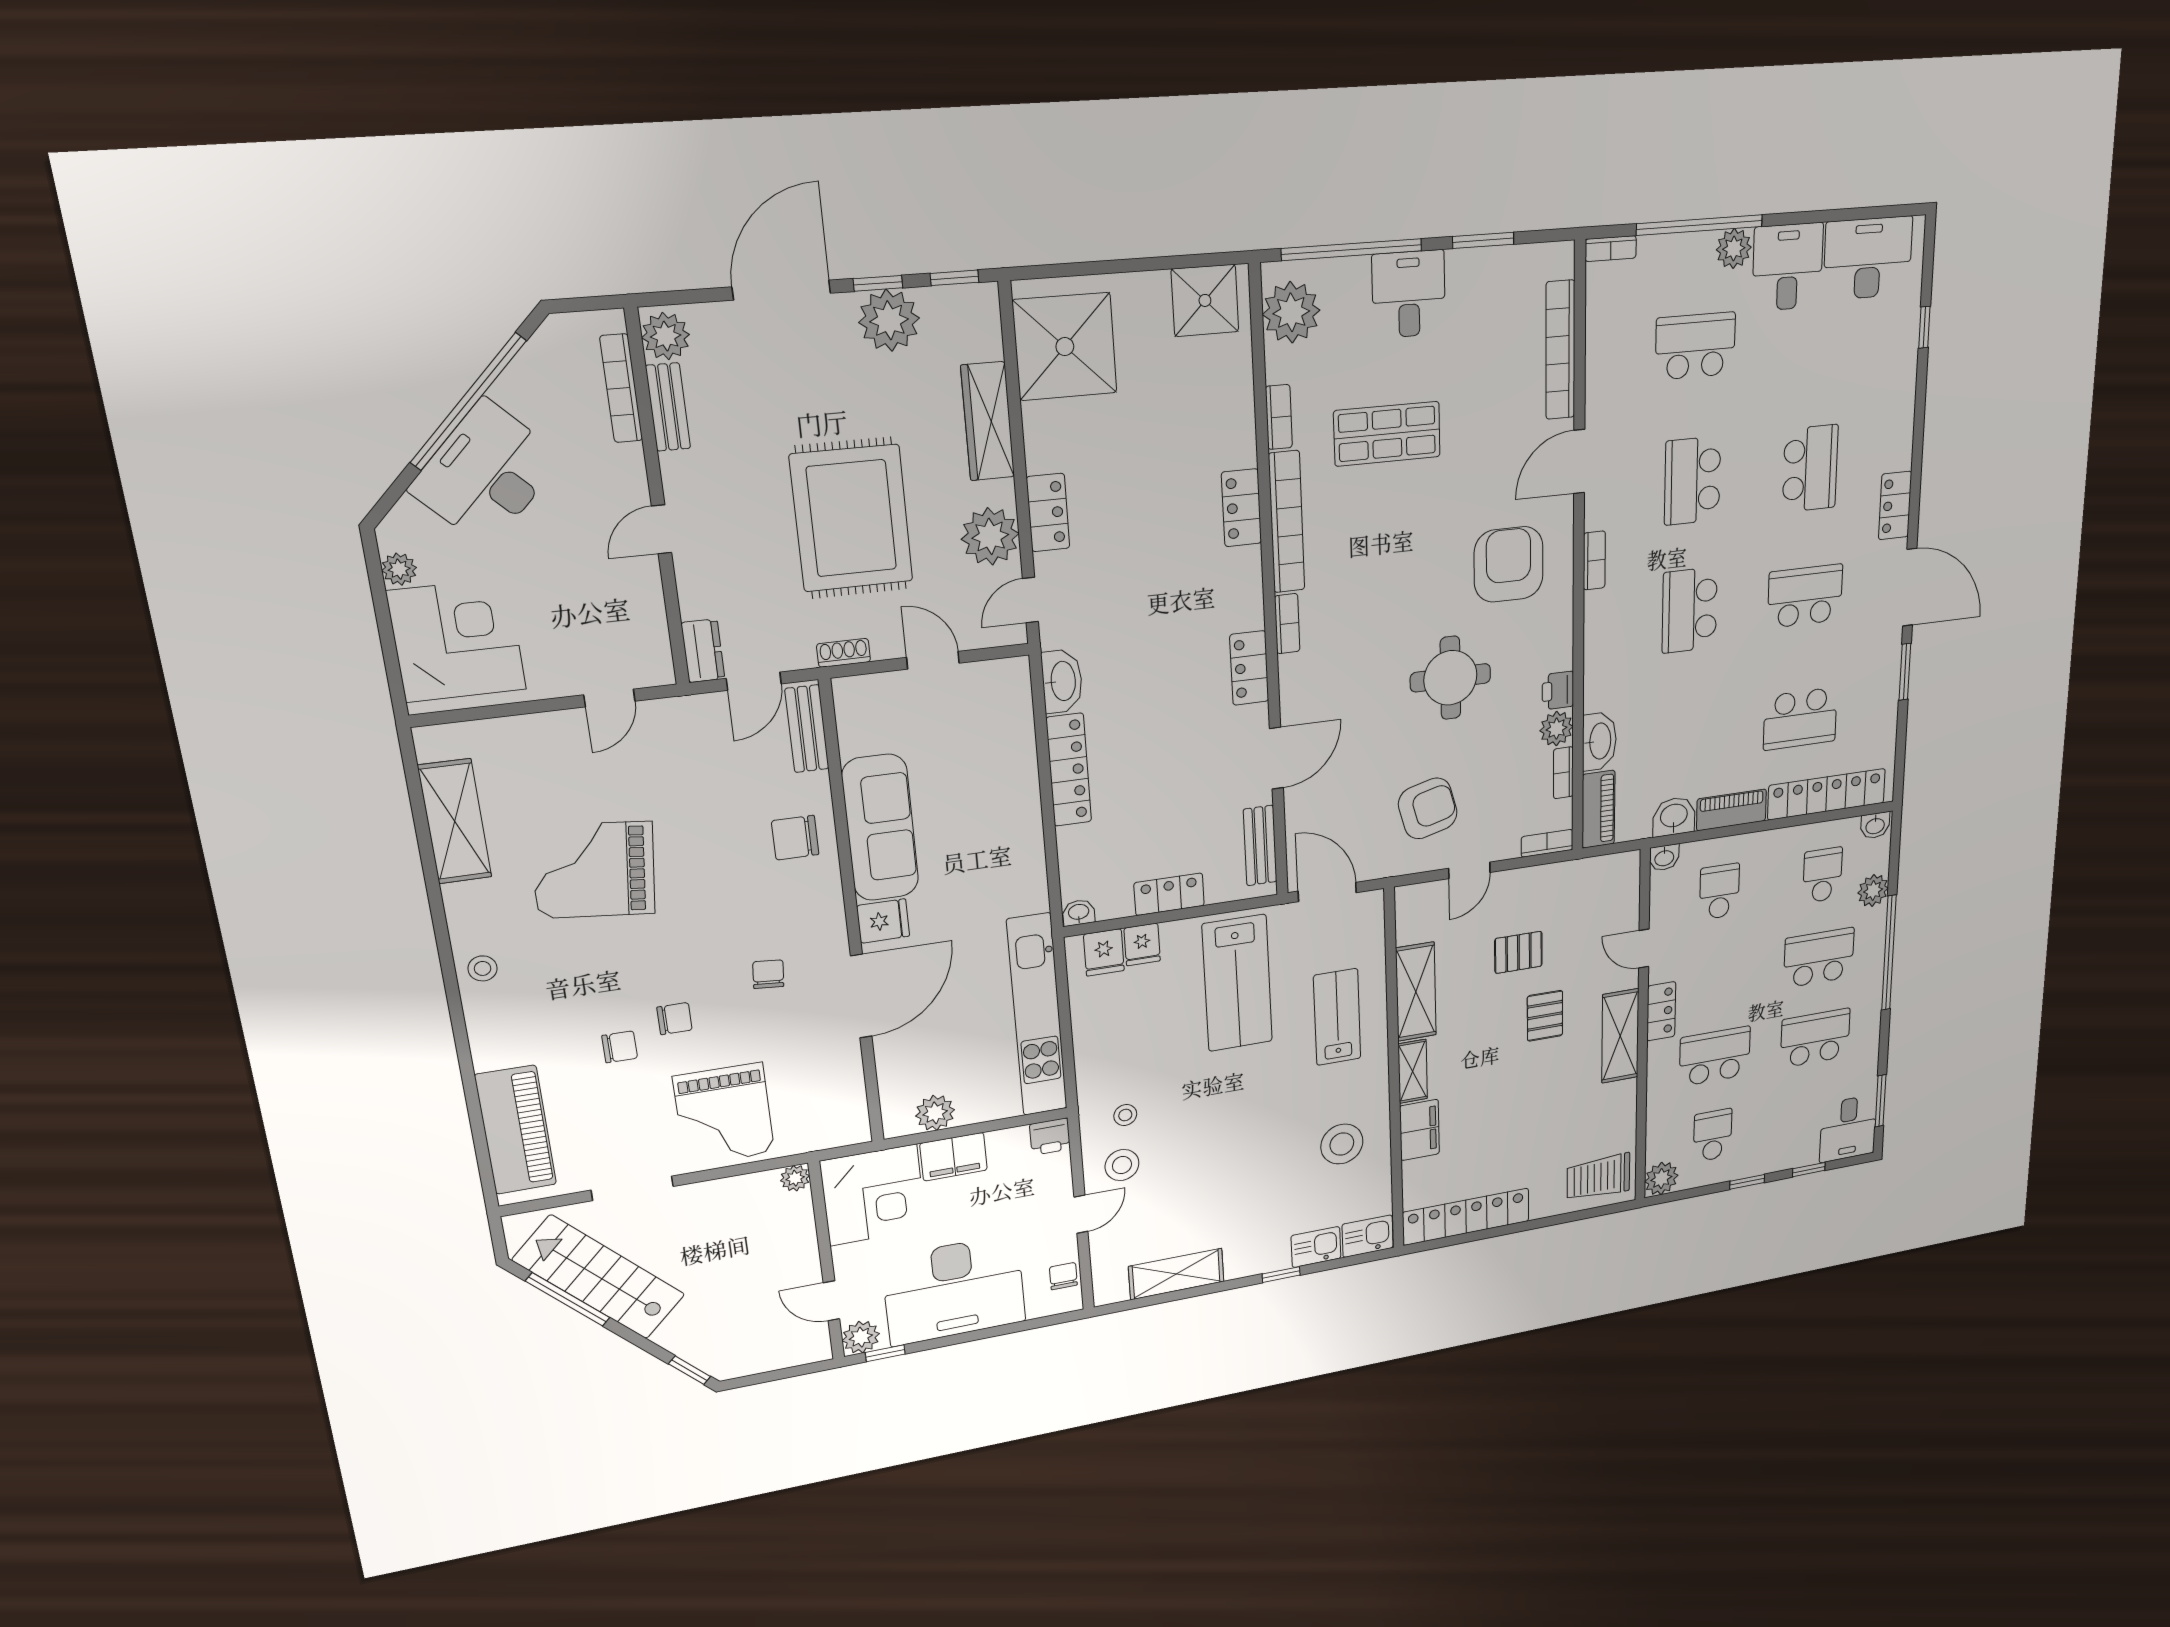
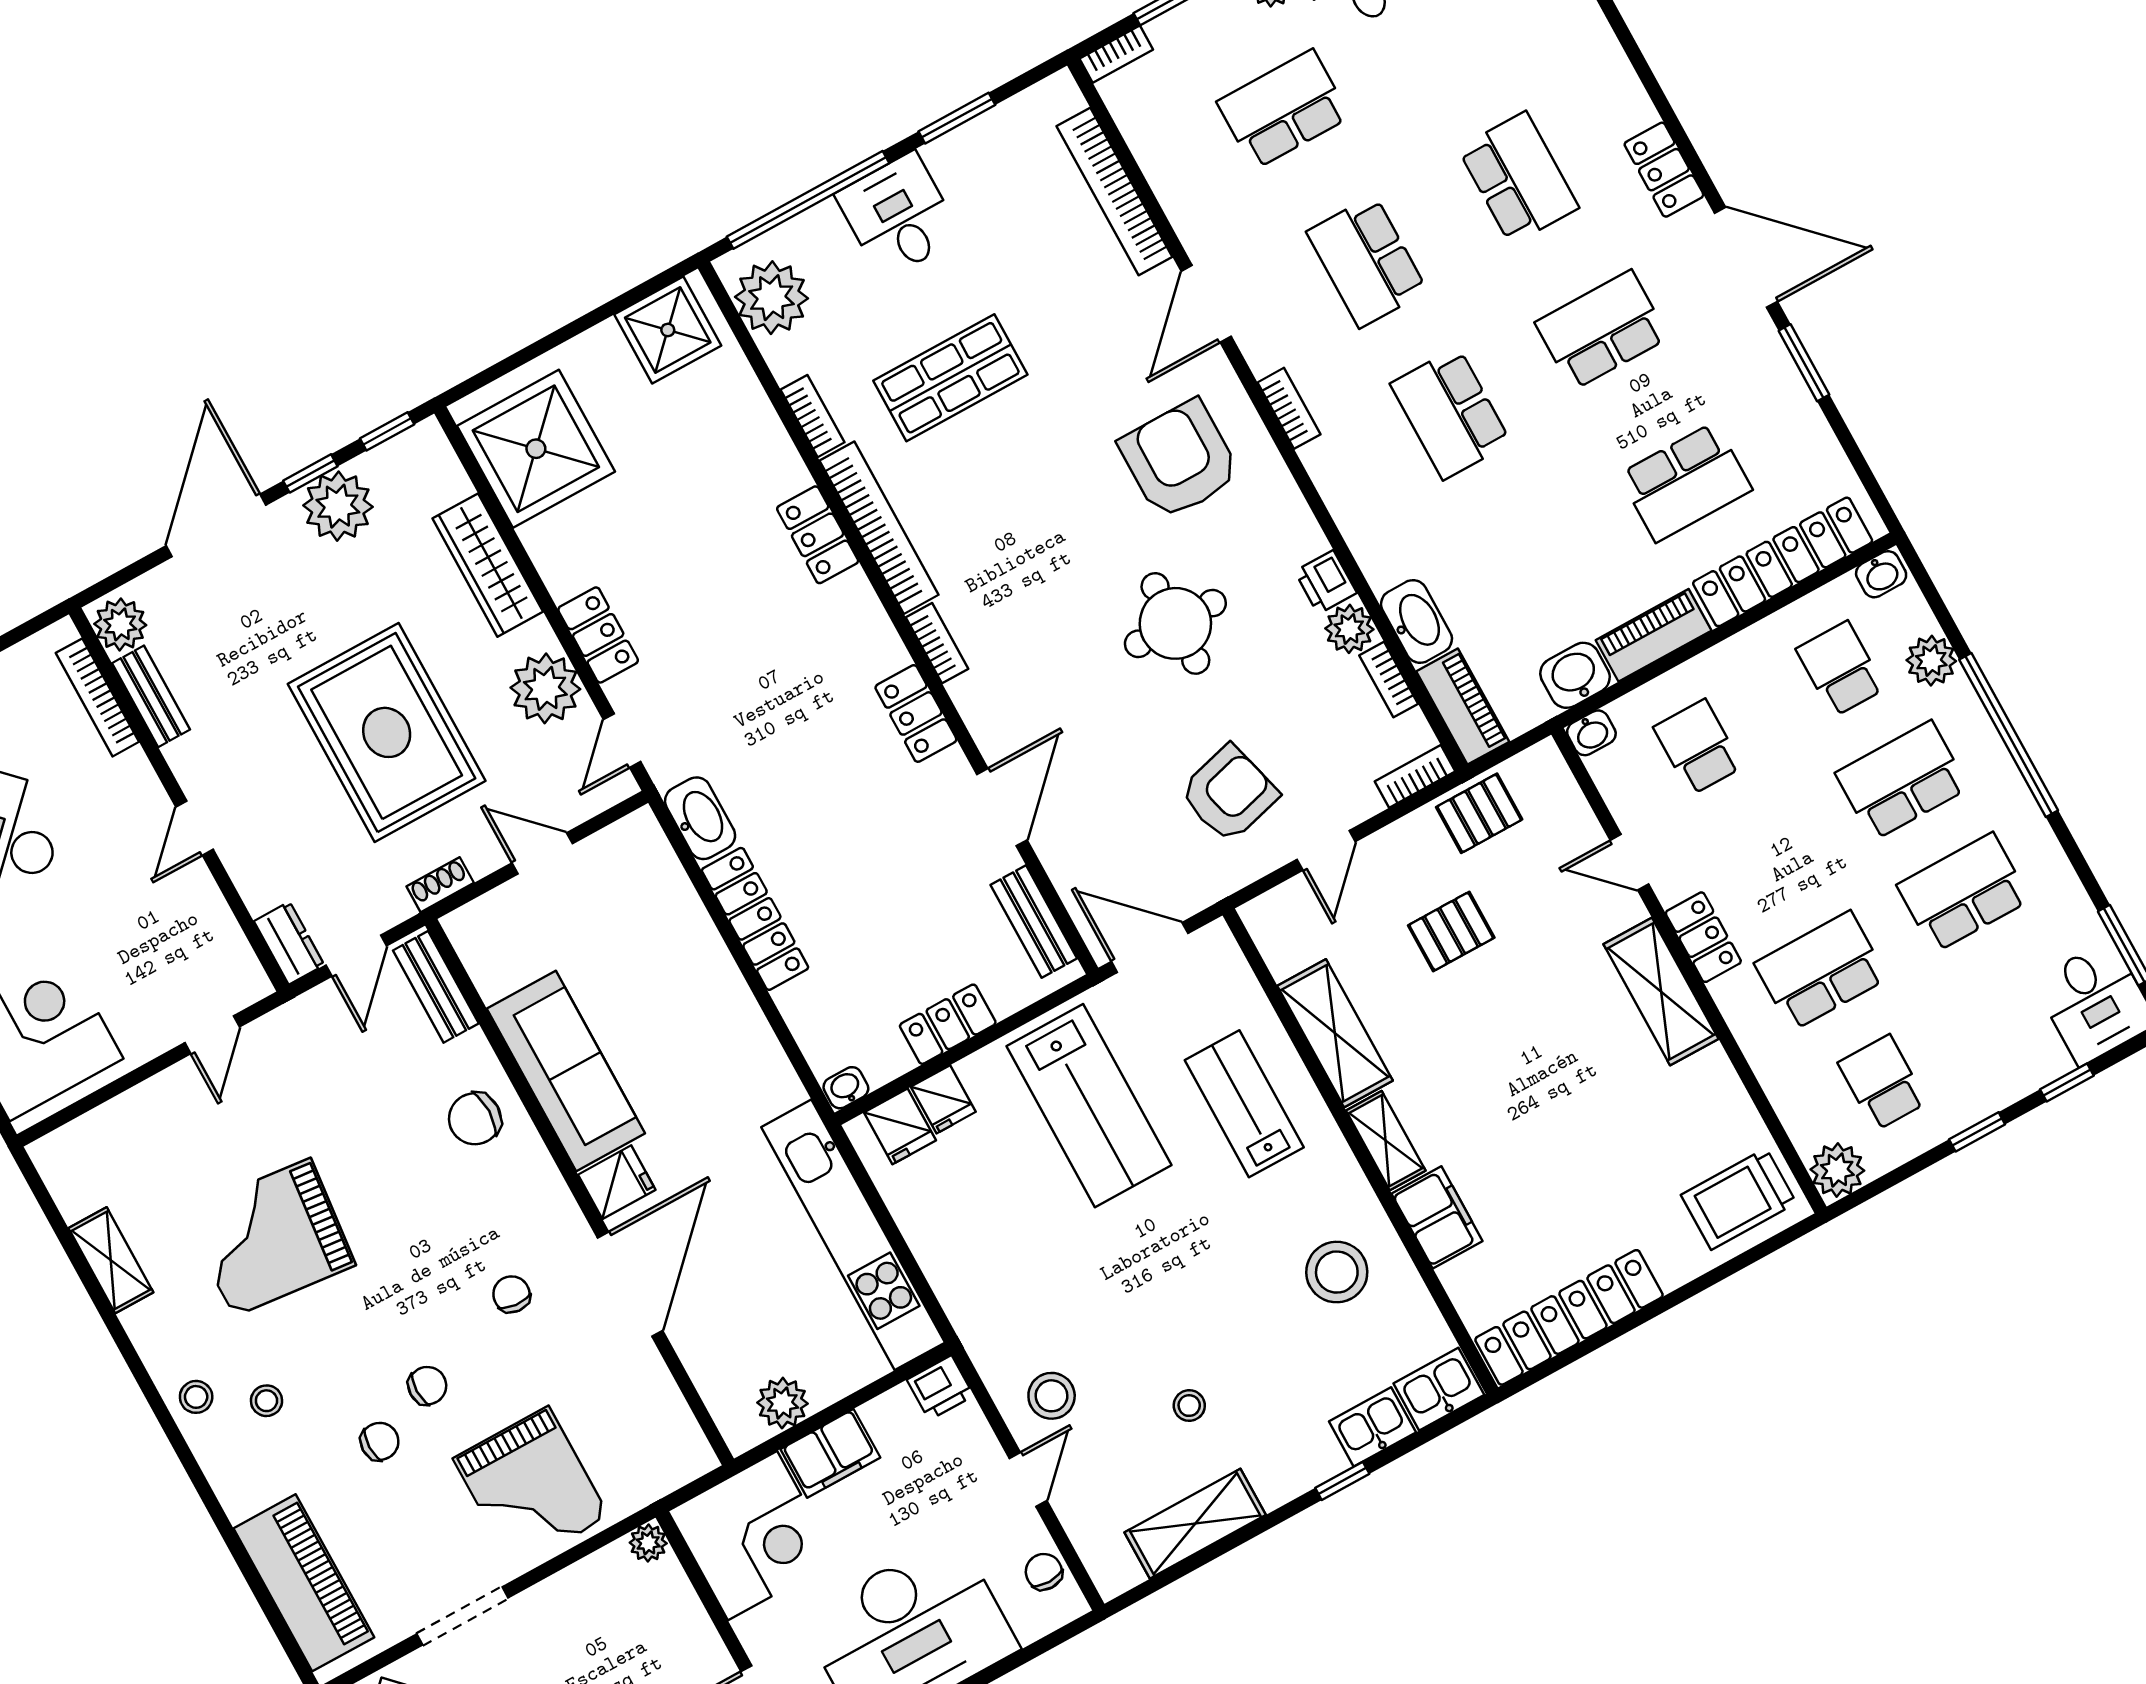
shelving: (455, 821) -> (111, 1260), width x0.67, depth x0.75
stool: (540, 989) -> (266, 1401), added
pallet: (1545, 1016) -> (1479, 813), moved, turned 90
stool: (1125, 1115) -> (1189, 1406), moved

